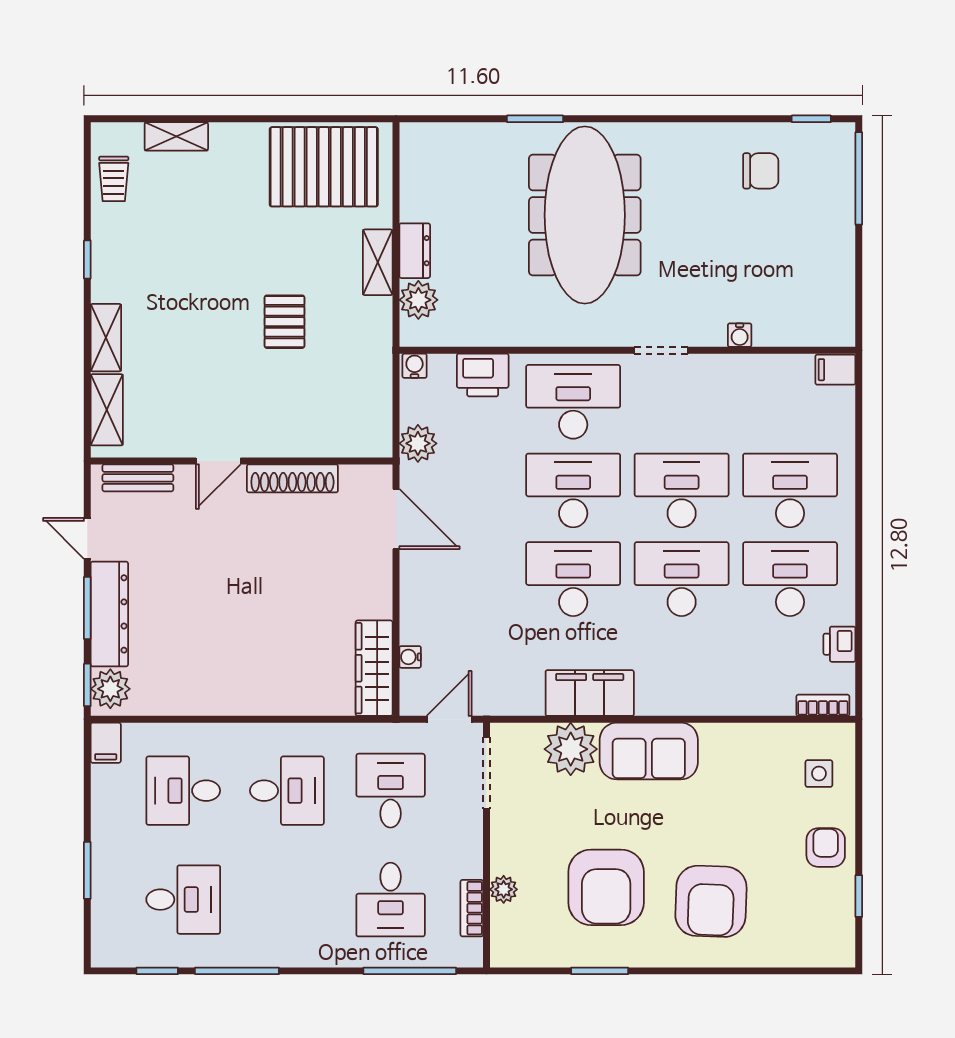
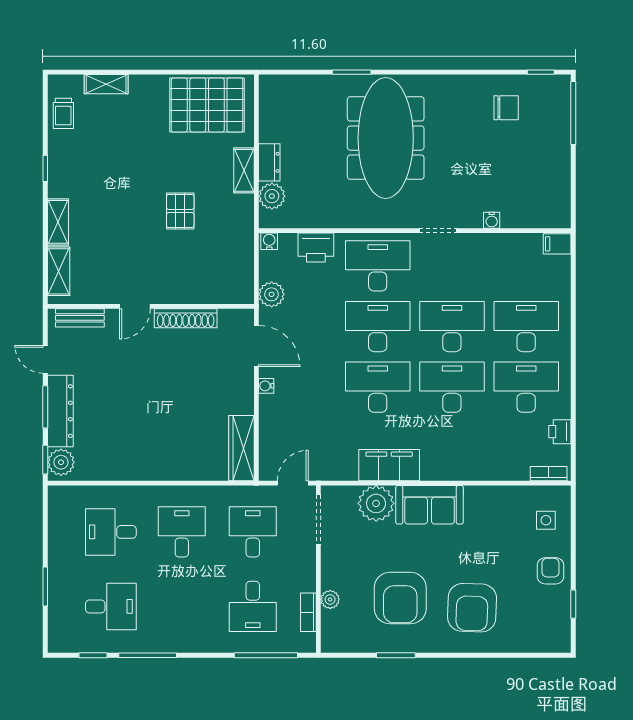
water cooler: (410, 657) -> (266, 386), moved
filing cabinet: (106, 743) -> (58, 499), removed
desk: (287, 791) -> (182, 532), turned -90

